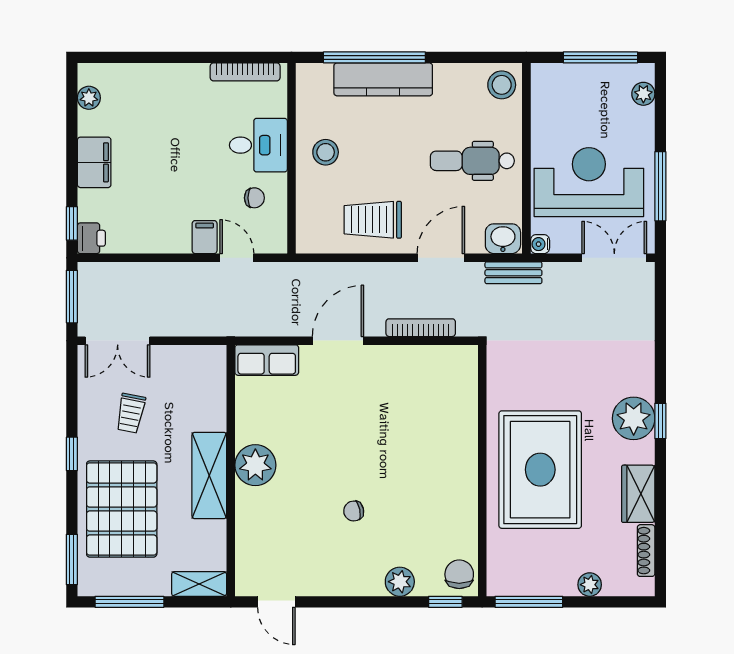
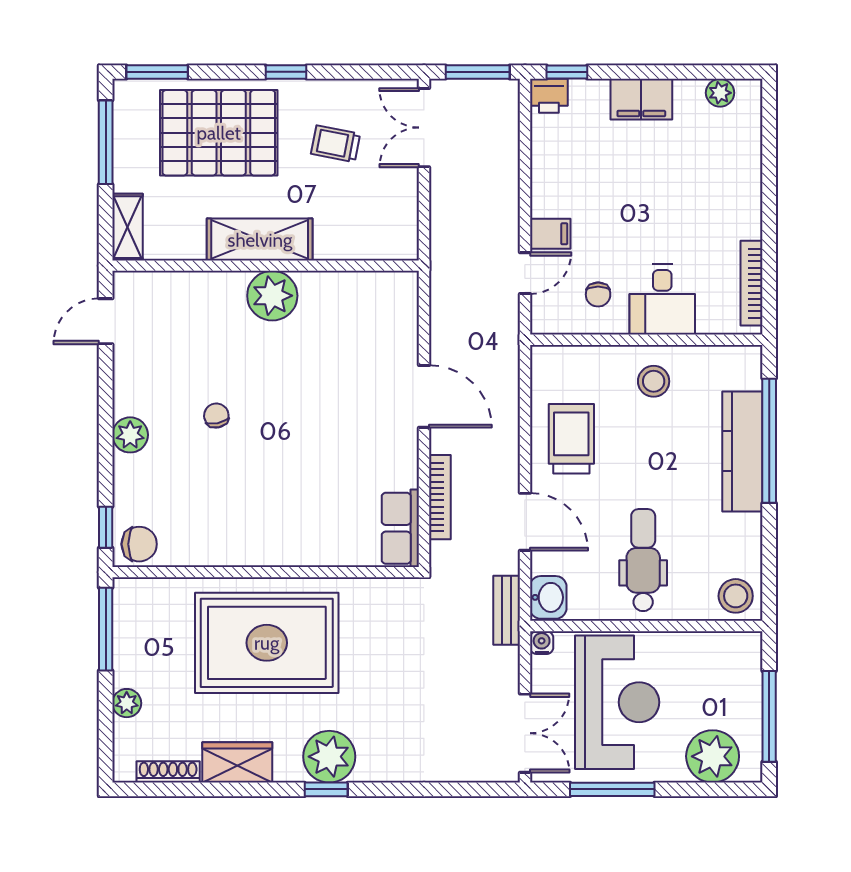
plant: (643, 94) -> (713, 756), width x1.88, depth x1.88
row of seats: (267, 360) -> (400, 528), moved
plant: (400, 582) -> (130, 435), moved

